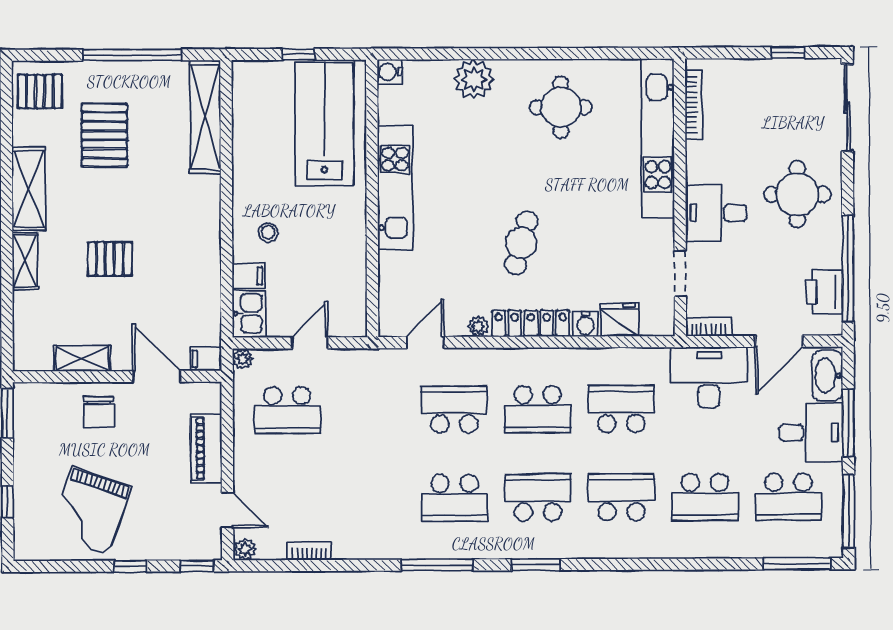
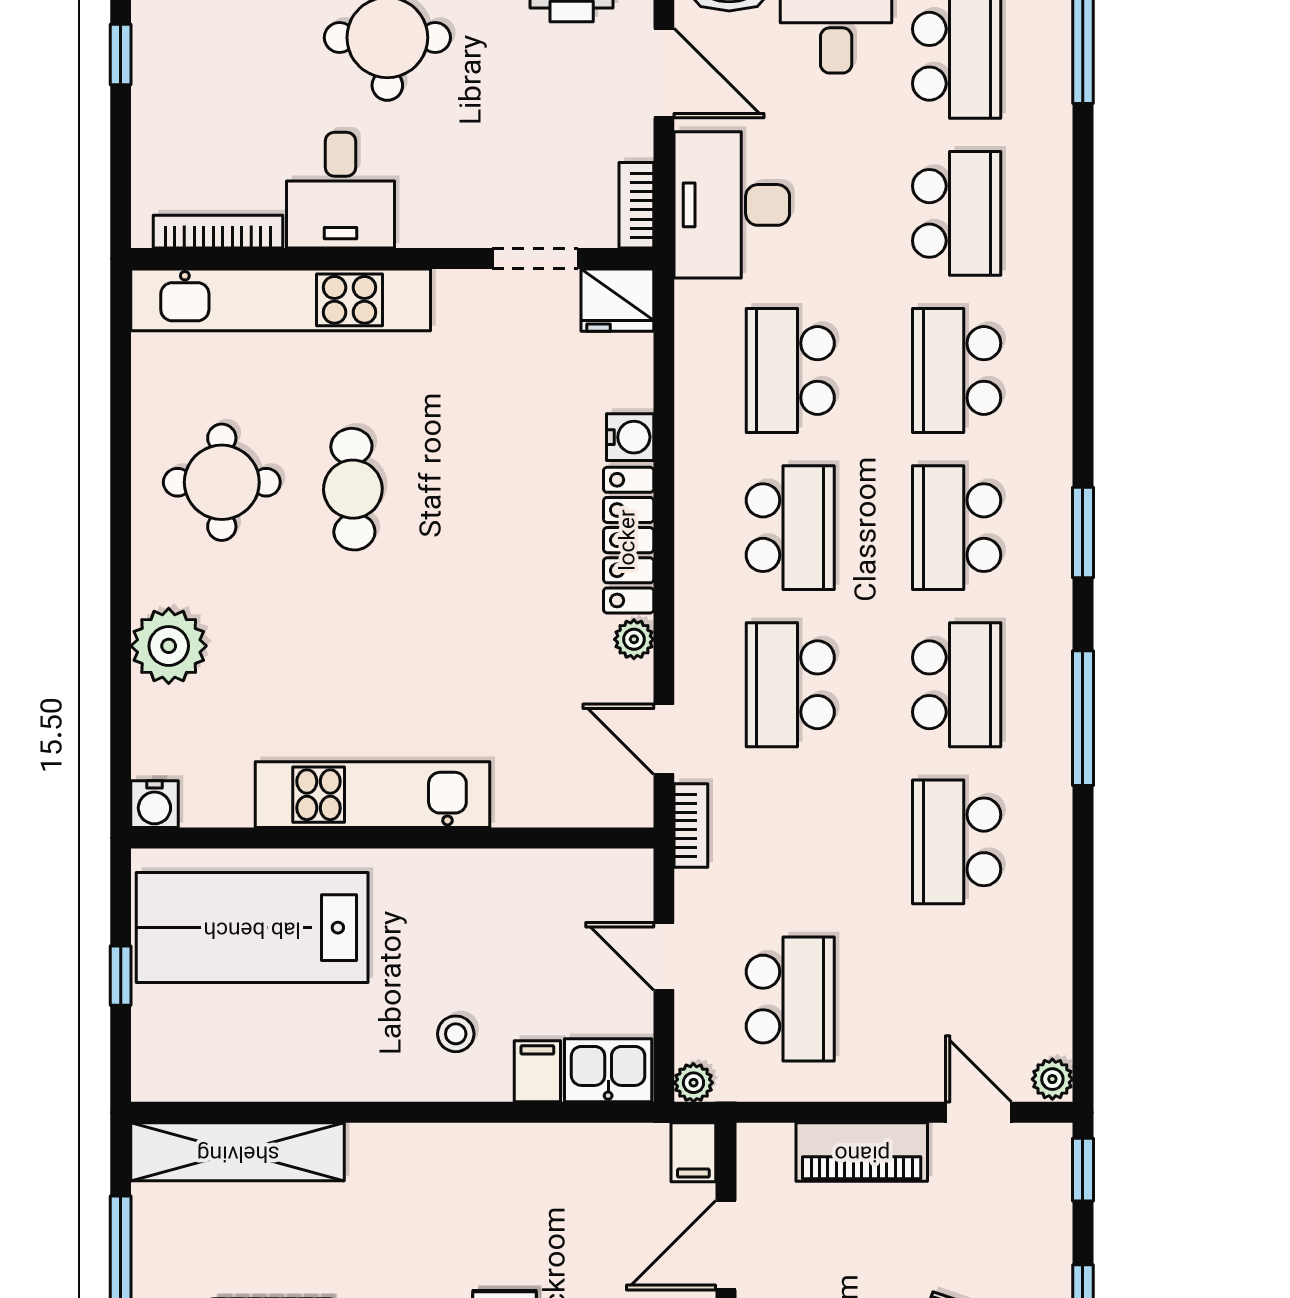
desk: (716, 213) -> (340, 190), moved
cafe table: (521, 243) -> (353, 489), moved, turned 73
fridge: (619, 320) -> (617, 300), moved, turned -90
school desk: (371, 498) -> (957, 842), added
door: (227, 510) -> (978, 1112), hinge flipped
bookcase: (309, 551) -> (691, 825), moved, turned 180

